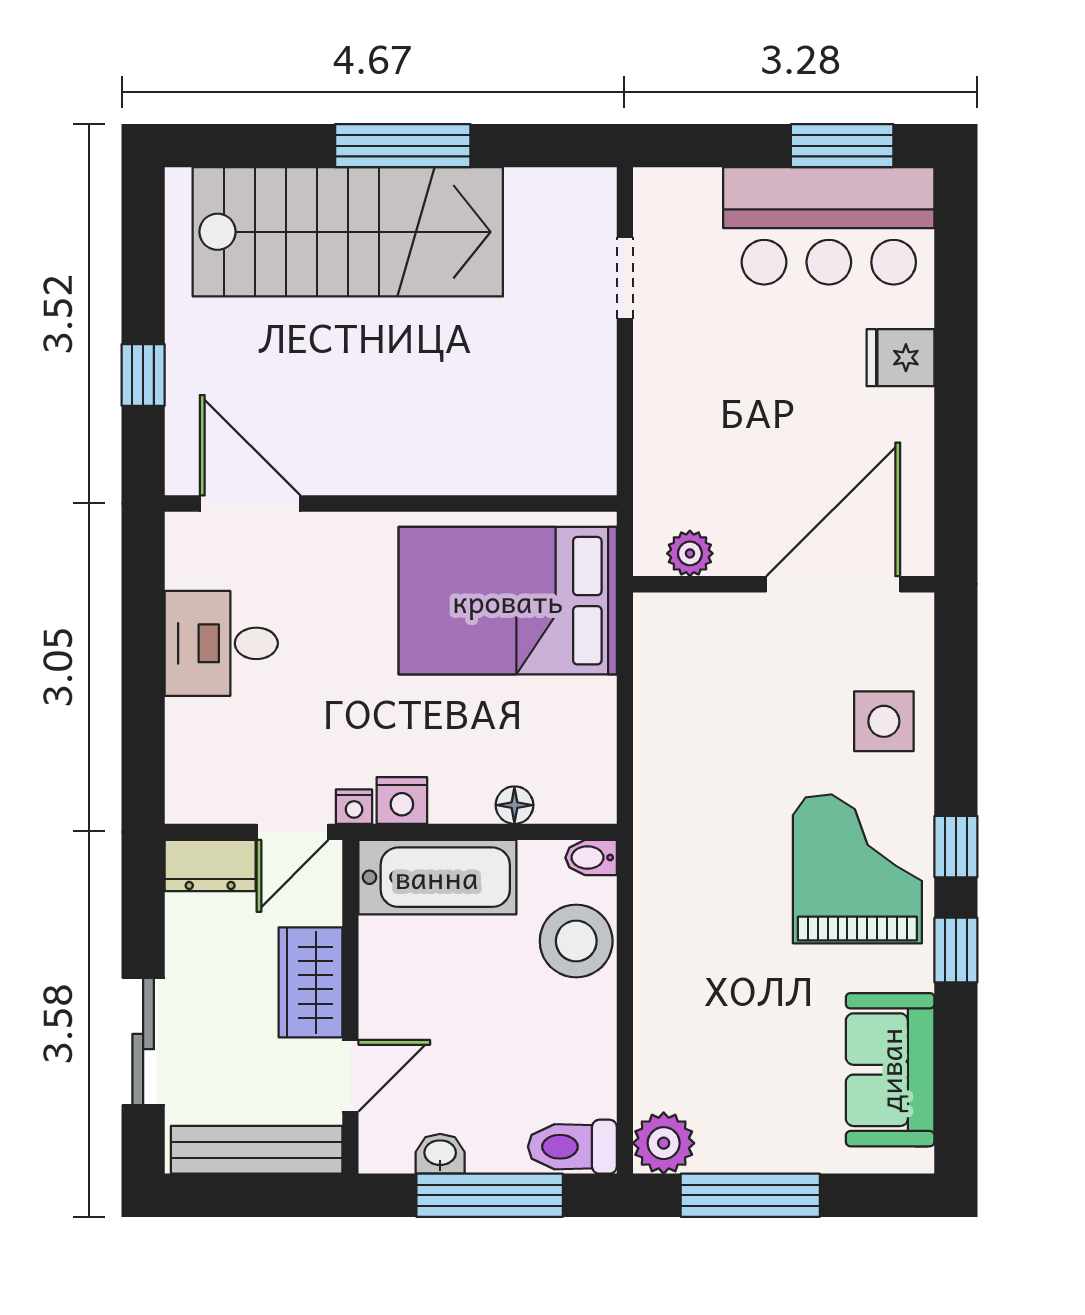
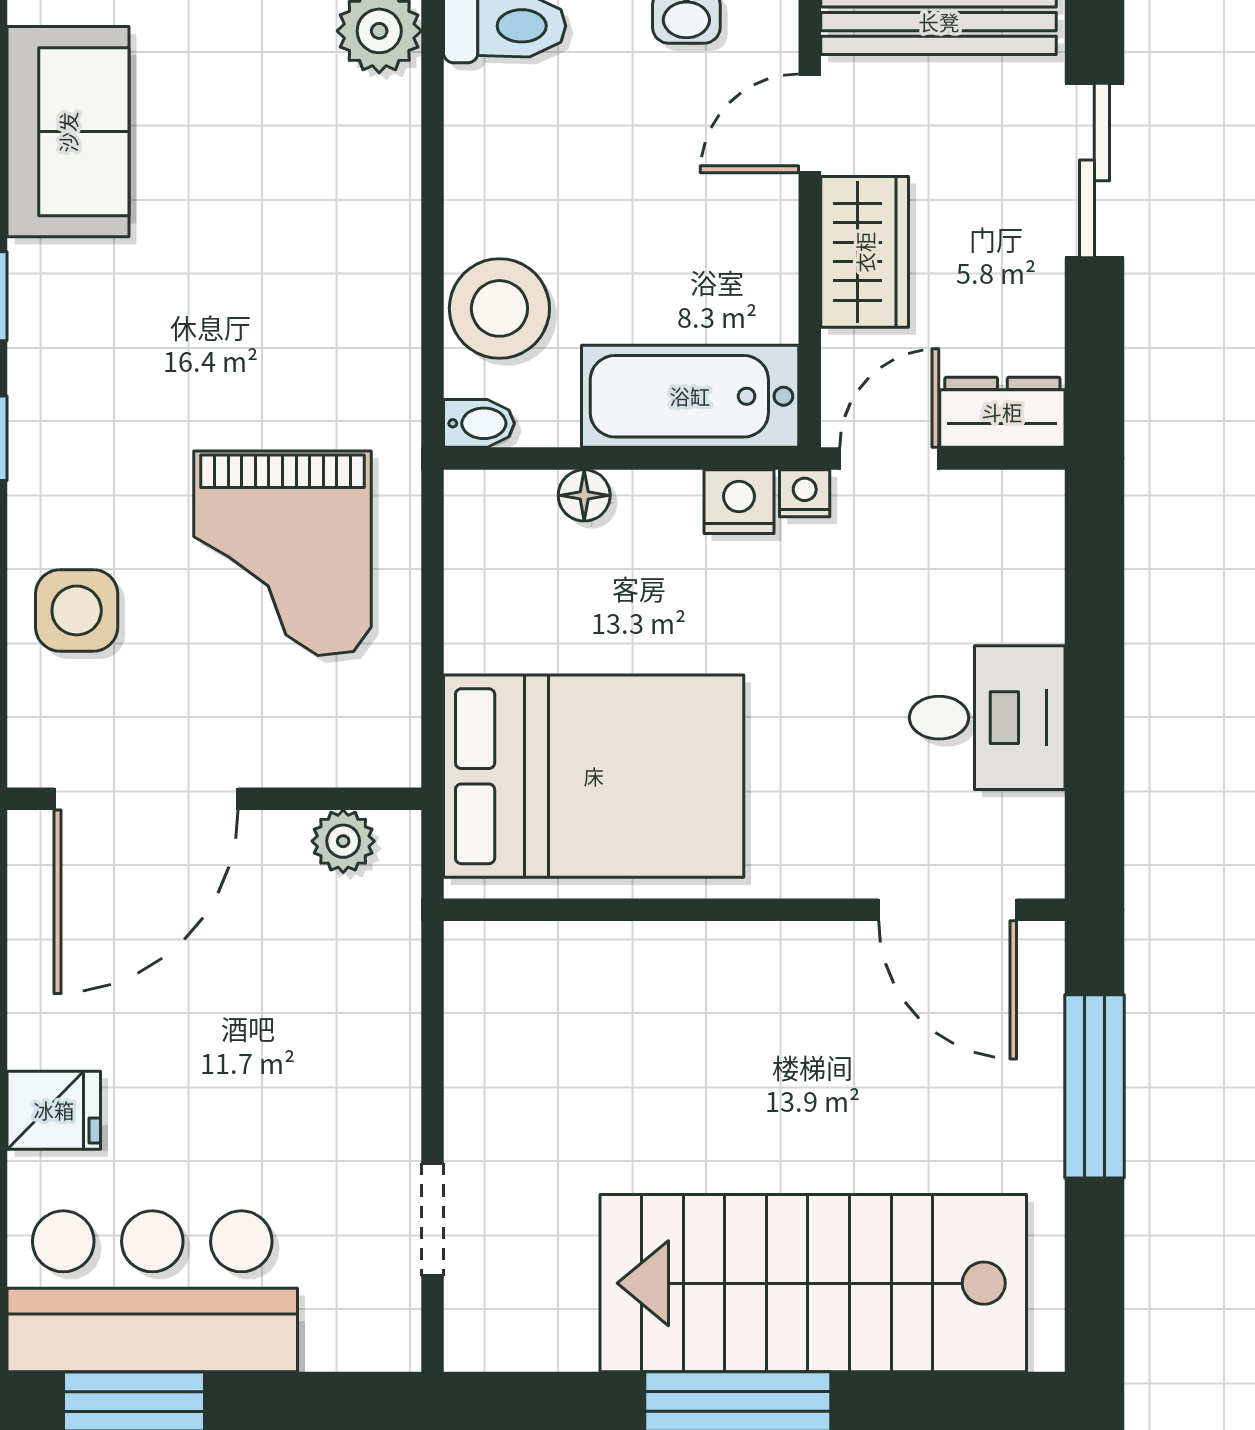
window: (143, 375) -> (1094, 1086), width x2.17
grand piano: (857, 869) -> (283, 553), moved

